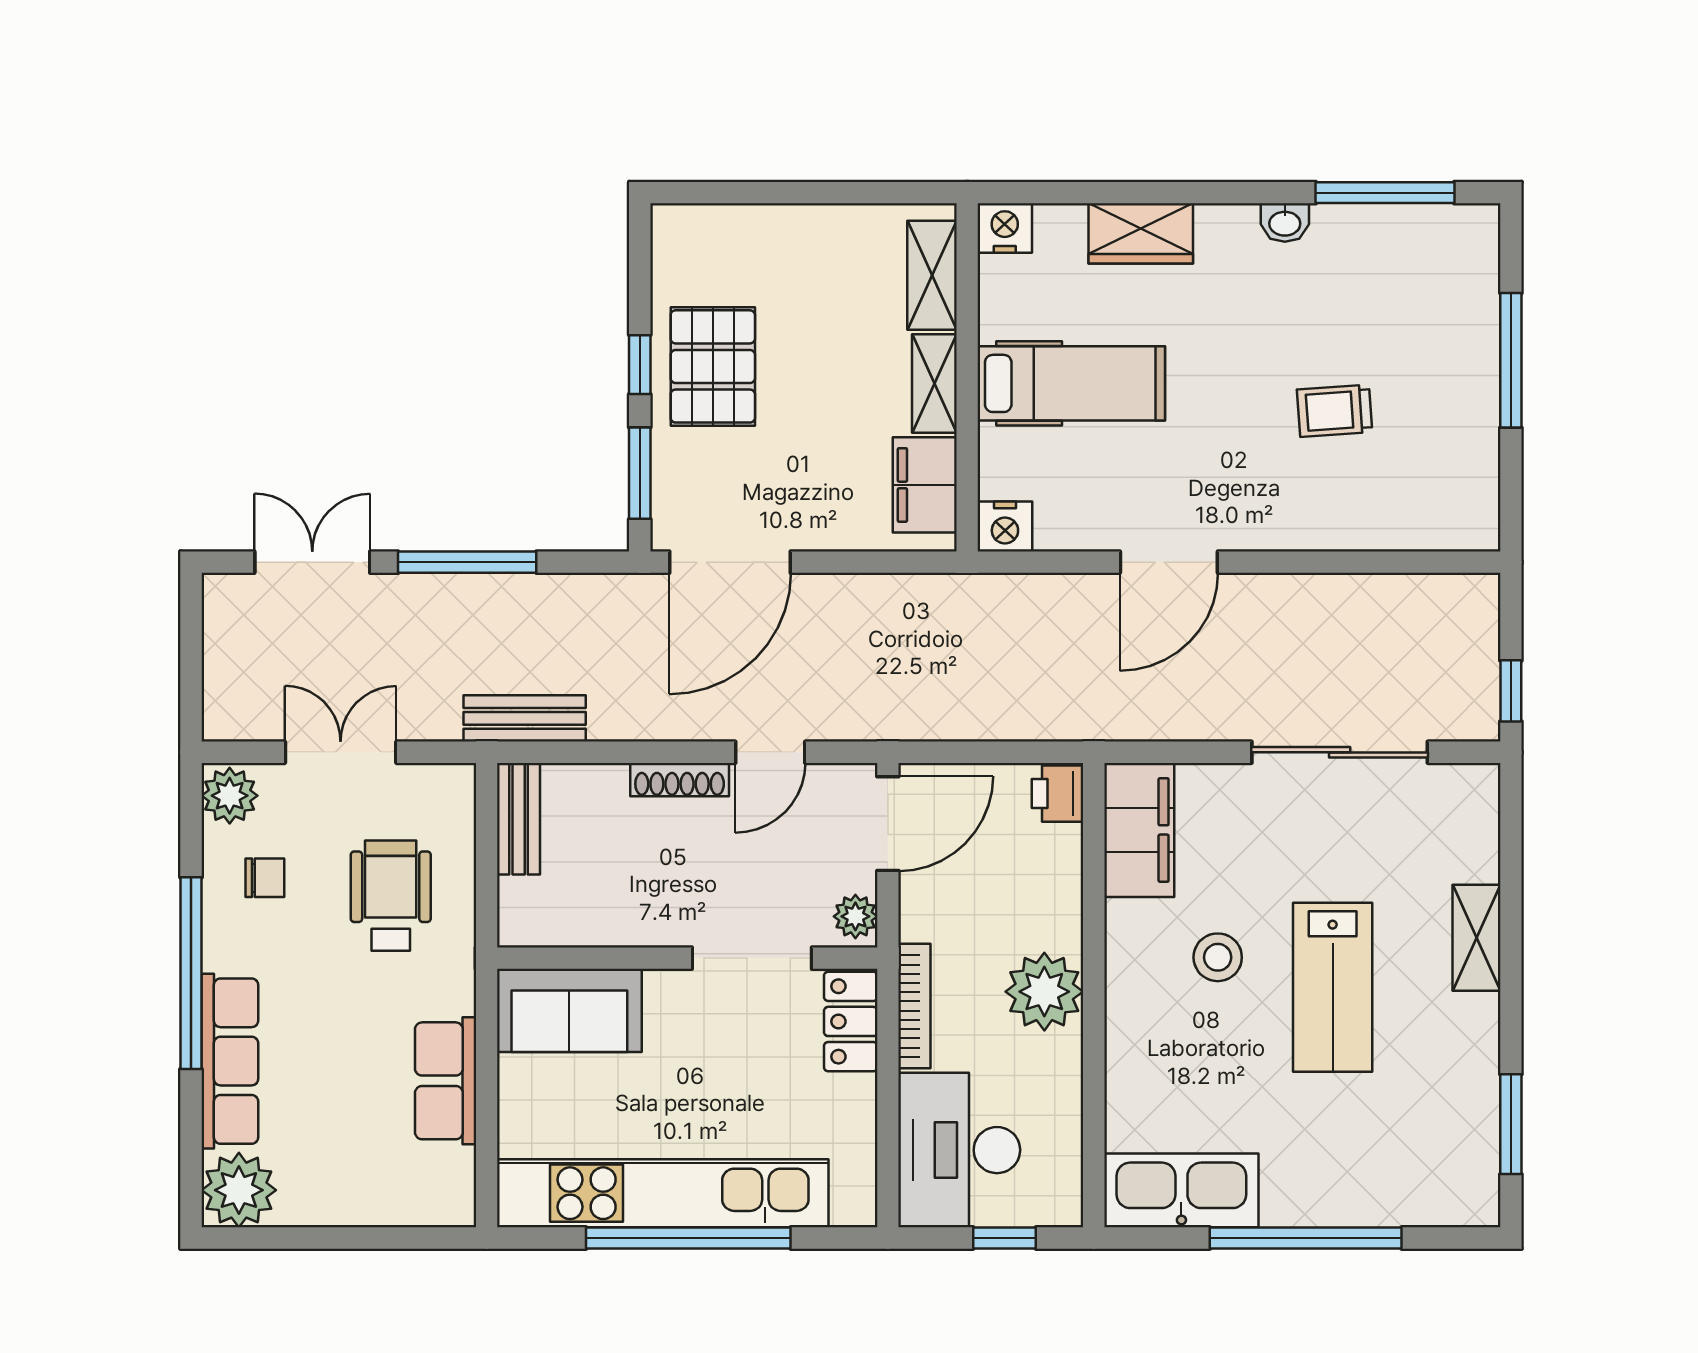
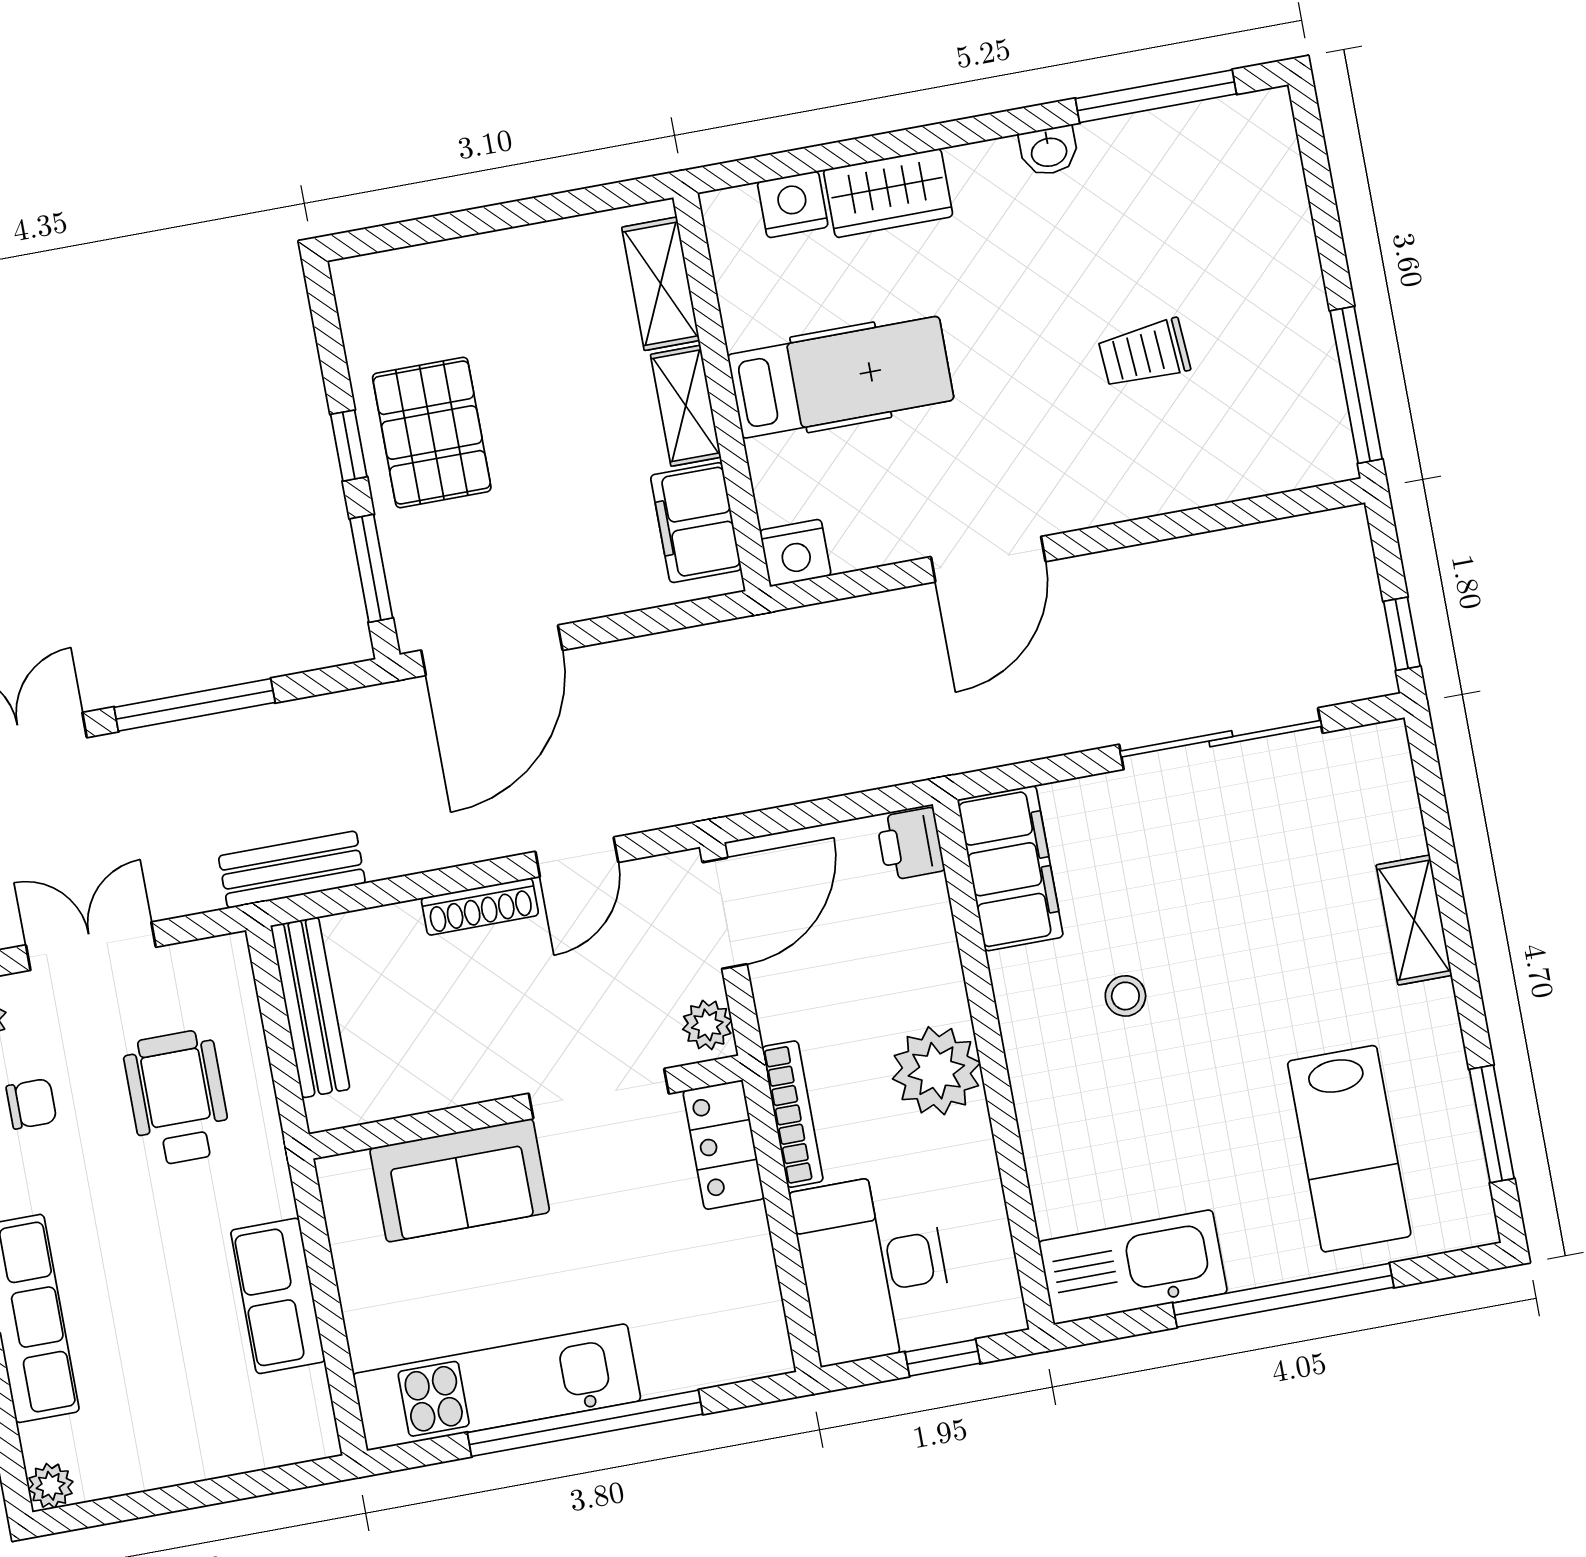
nightstand: (1005, 228) -> (793, 204), moved
window: (1511, 360) -> (1356, 385), moved
bench: (519, 819) -> (310, 1007), width x1.36
stool: (1218, 957) -> (1125, 996), width x0.73, depth x0.73
lab bench: (1333, 987) -> (1349, 1149), moved
sofa: (569, 1010) -> (460, 1180), moved
plant: (239, 1190) -> (51, 1486), width x0.53, depth x0.53
kitchen unit: (663, 1193) -> (497, 1387), width x0.73

